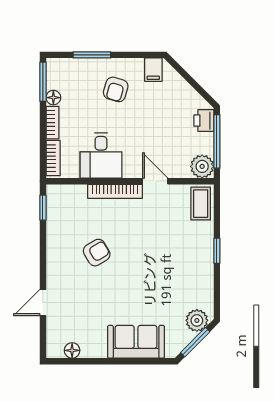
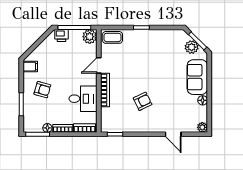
armchair: (97, 253) -> (143, 101), turned 95
plant: (197, 320) -> (192, 47), moved
plant: (54, 350) -> (202, 127), added
floor lamp: (72, 350) -> (203, 100), moved

